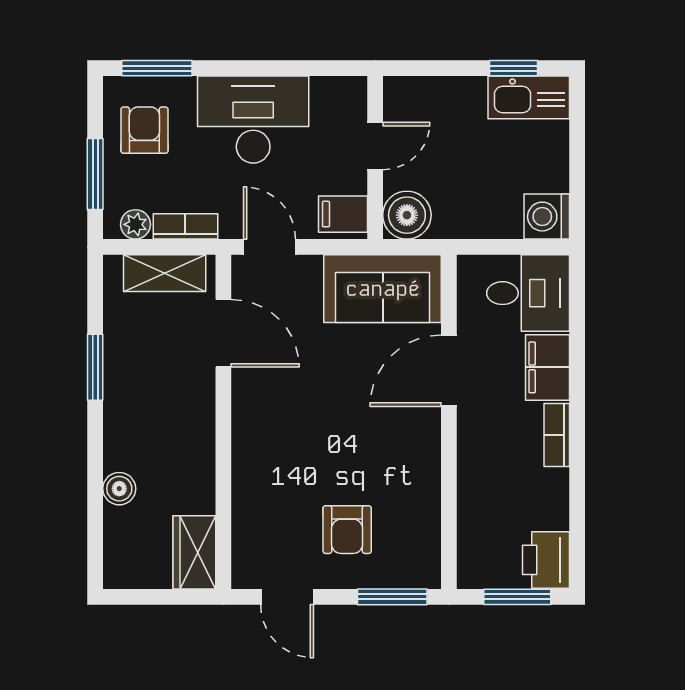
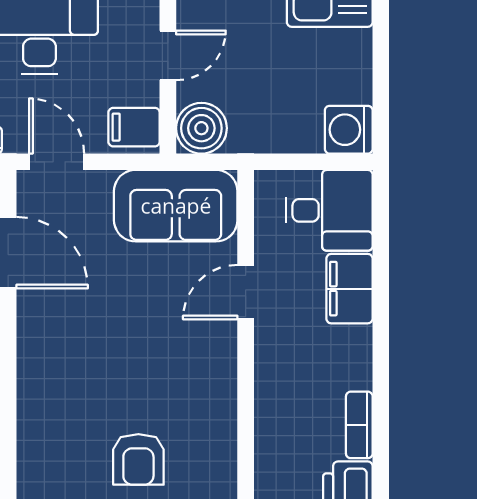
door: (449, 371) -> (246, 292), width x0.73
bookcase: (557, 435) -> (359, 425), moved

